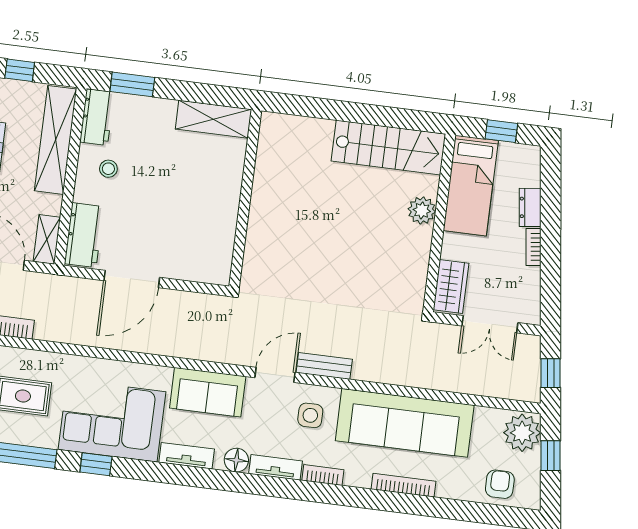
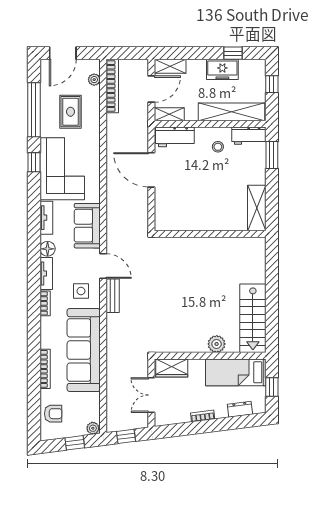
dresser: (530, 207) -> (240, 409), moved
plant: (522, 433) -> (93, 428), width x0.53, depth x0.53
bookcase: (403, 485) -> (45, 369), moved

